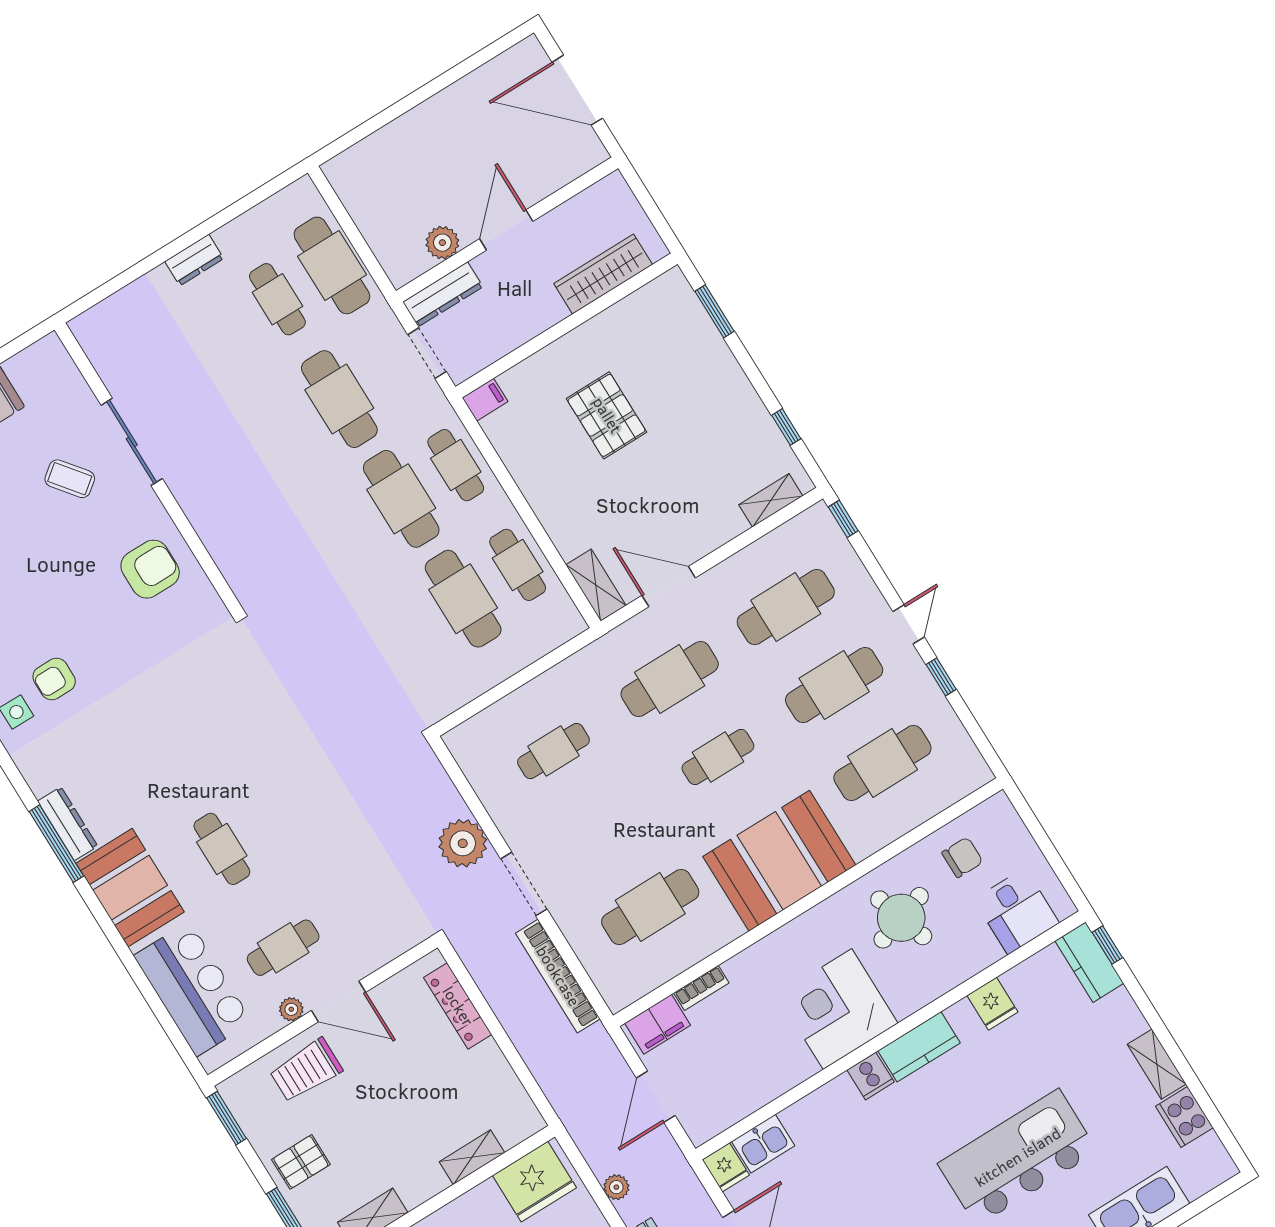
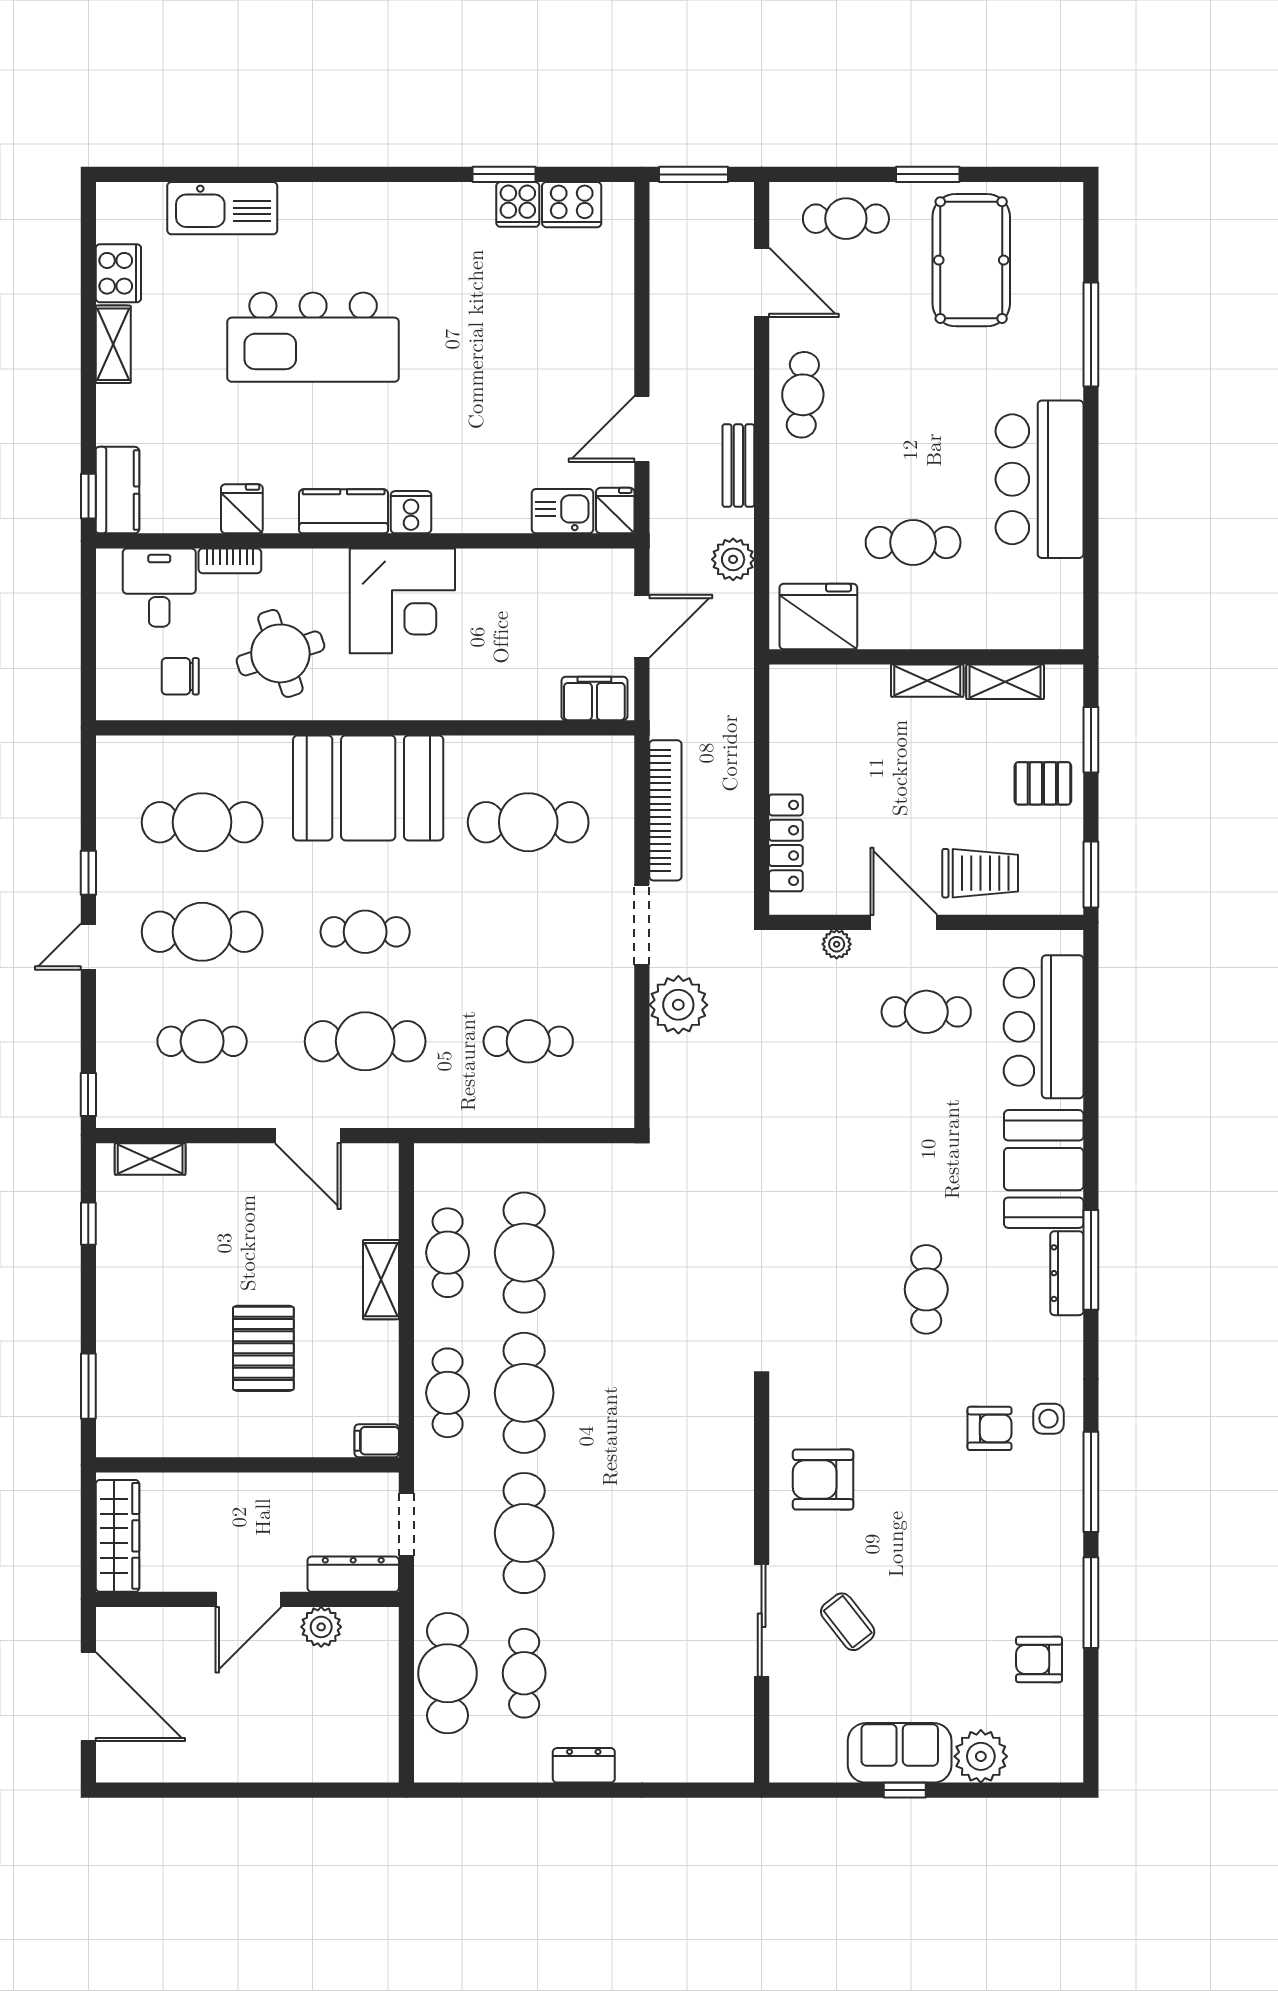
wardrobe: (603, 274) -> (118, 1536), moved, turned -90
shelving: (596, 585) -> (381, 1280), moved
cafe table: (786, 607) -> (202, 1041), width x0.73, depth x0.74
cafe table: (222, 849) -> (926, 1289), moved
bookcase: (701, 988) -> (230, 561), moved, turned 180
plant: (291, 1009) -> (837, 944), moved
shelving: (472, 1157) -> (927, 681), moved
plant: (616, 1187) -> (733, 559), width x1.38, depth x1.38

